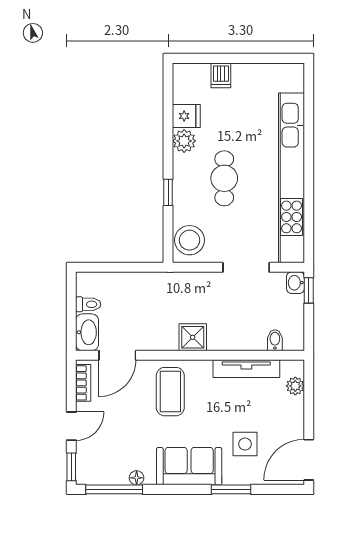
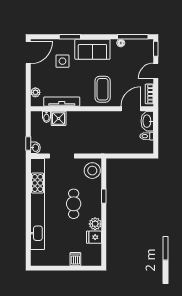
shower: (193, 337) -> (59, 118), moved

